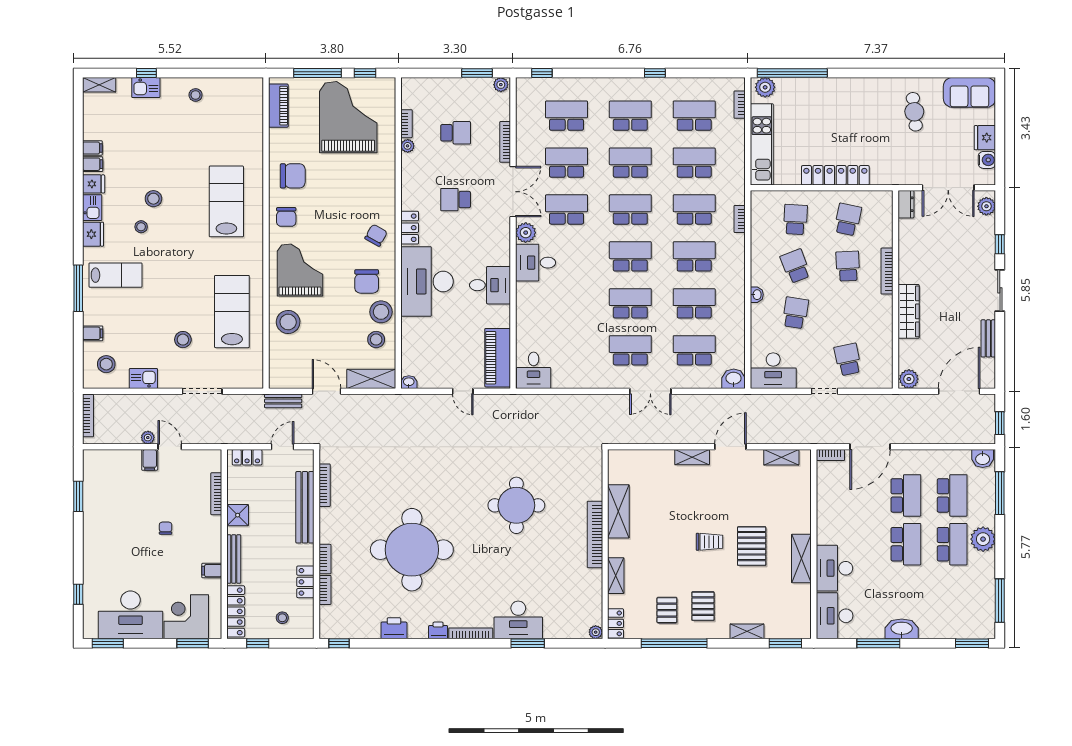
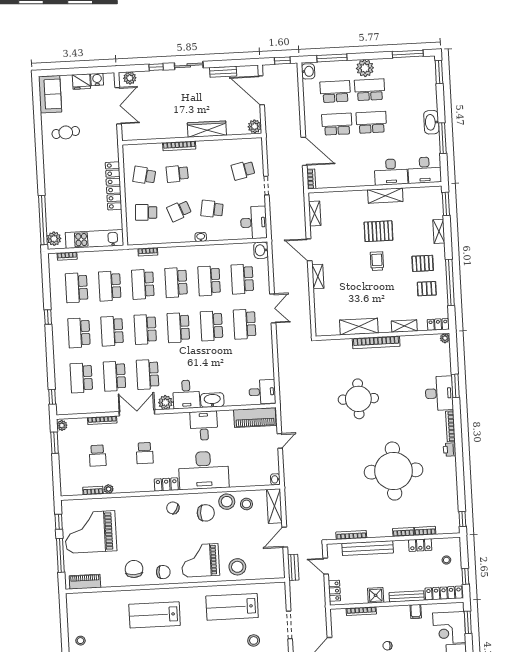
school desk: (456, 133) -> (98, 456), turned 180
dresser: (906, 204) -> (131, 135), removed
washbasin: (526, 299) -> (212, 400), added
printer: (394, 628) -> (450, 481), removed

